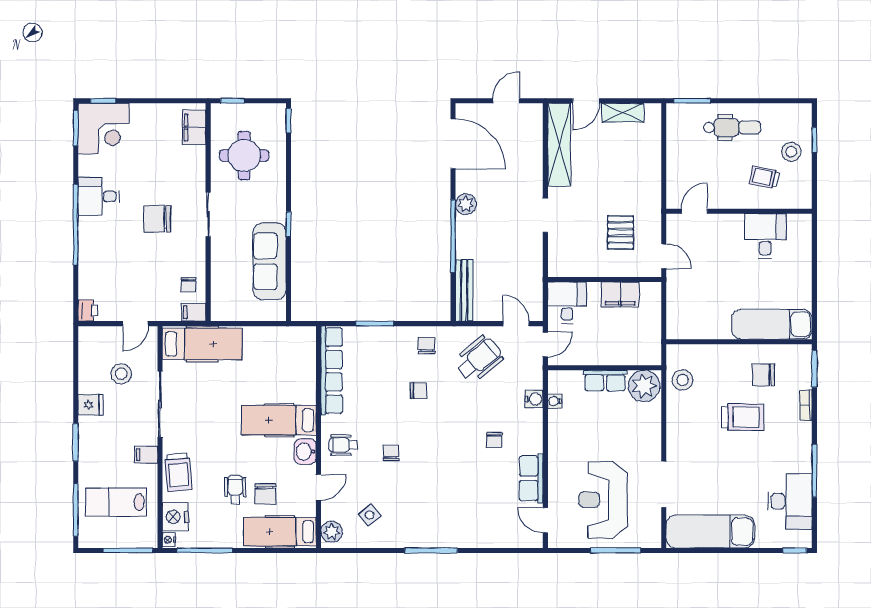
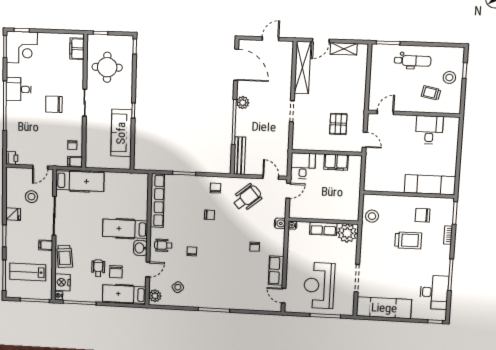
wall: (605, 368) -> (323, 221), moved
row of seats: (605, 381) -> (323, 229), moved
plant: (644, 386) -> (347, 233), moved

